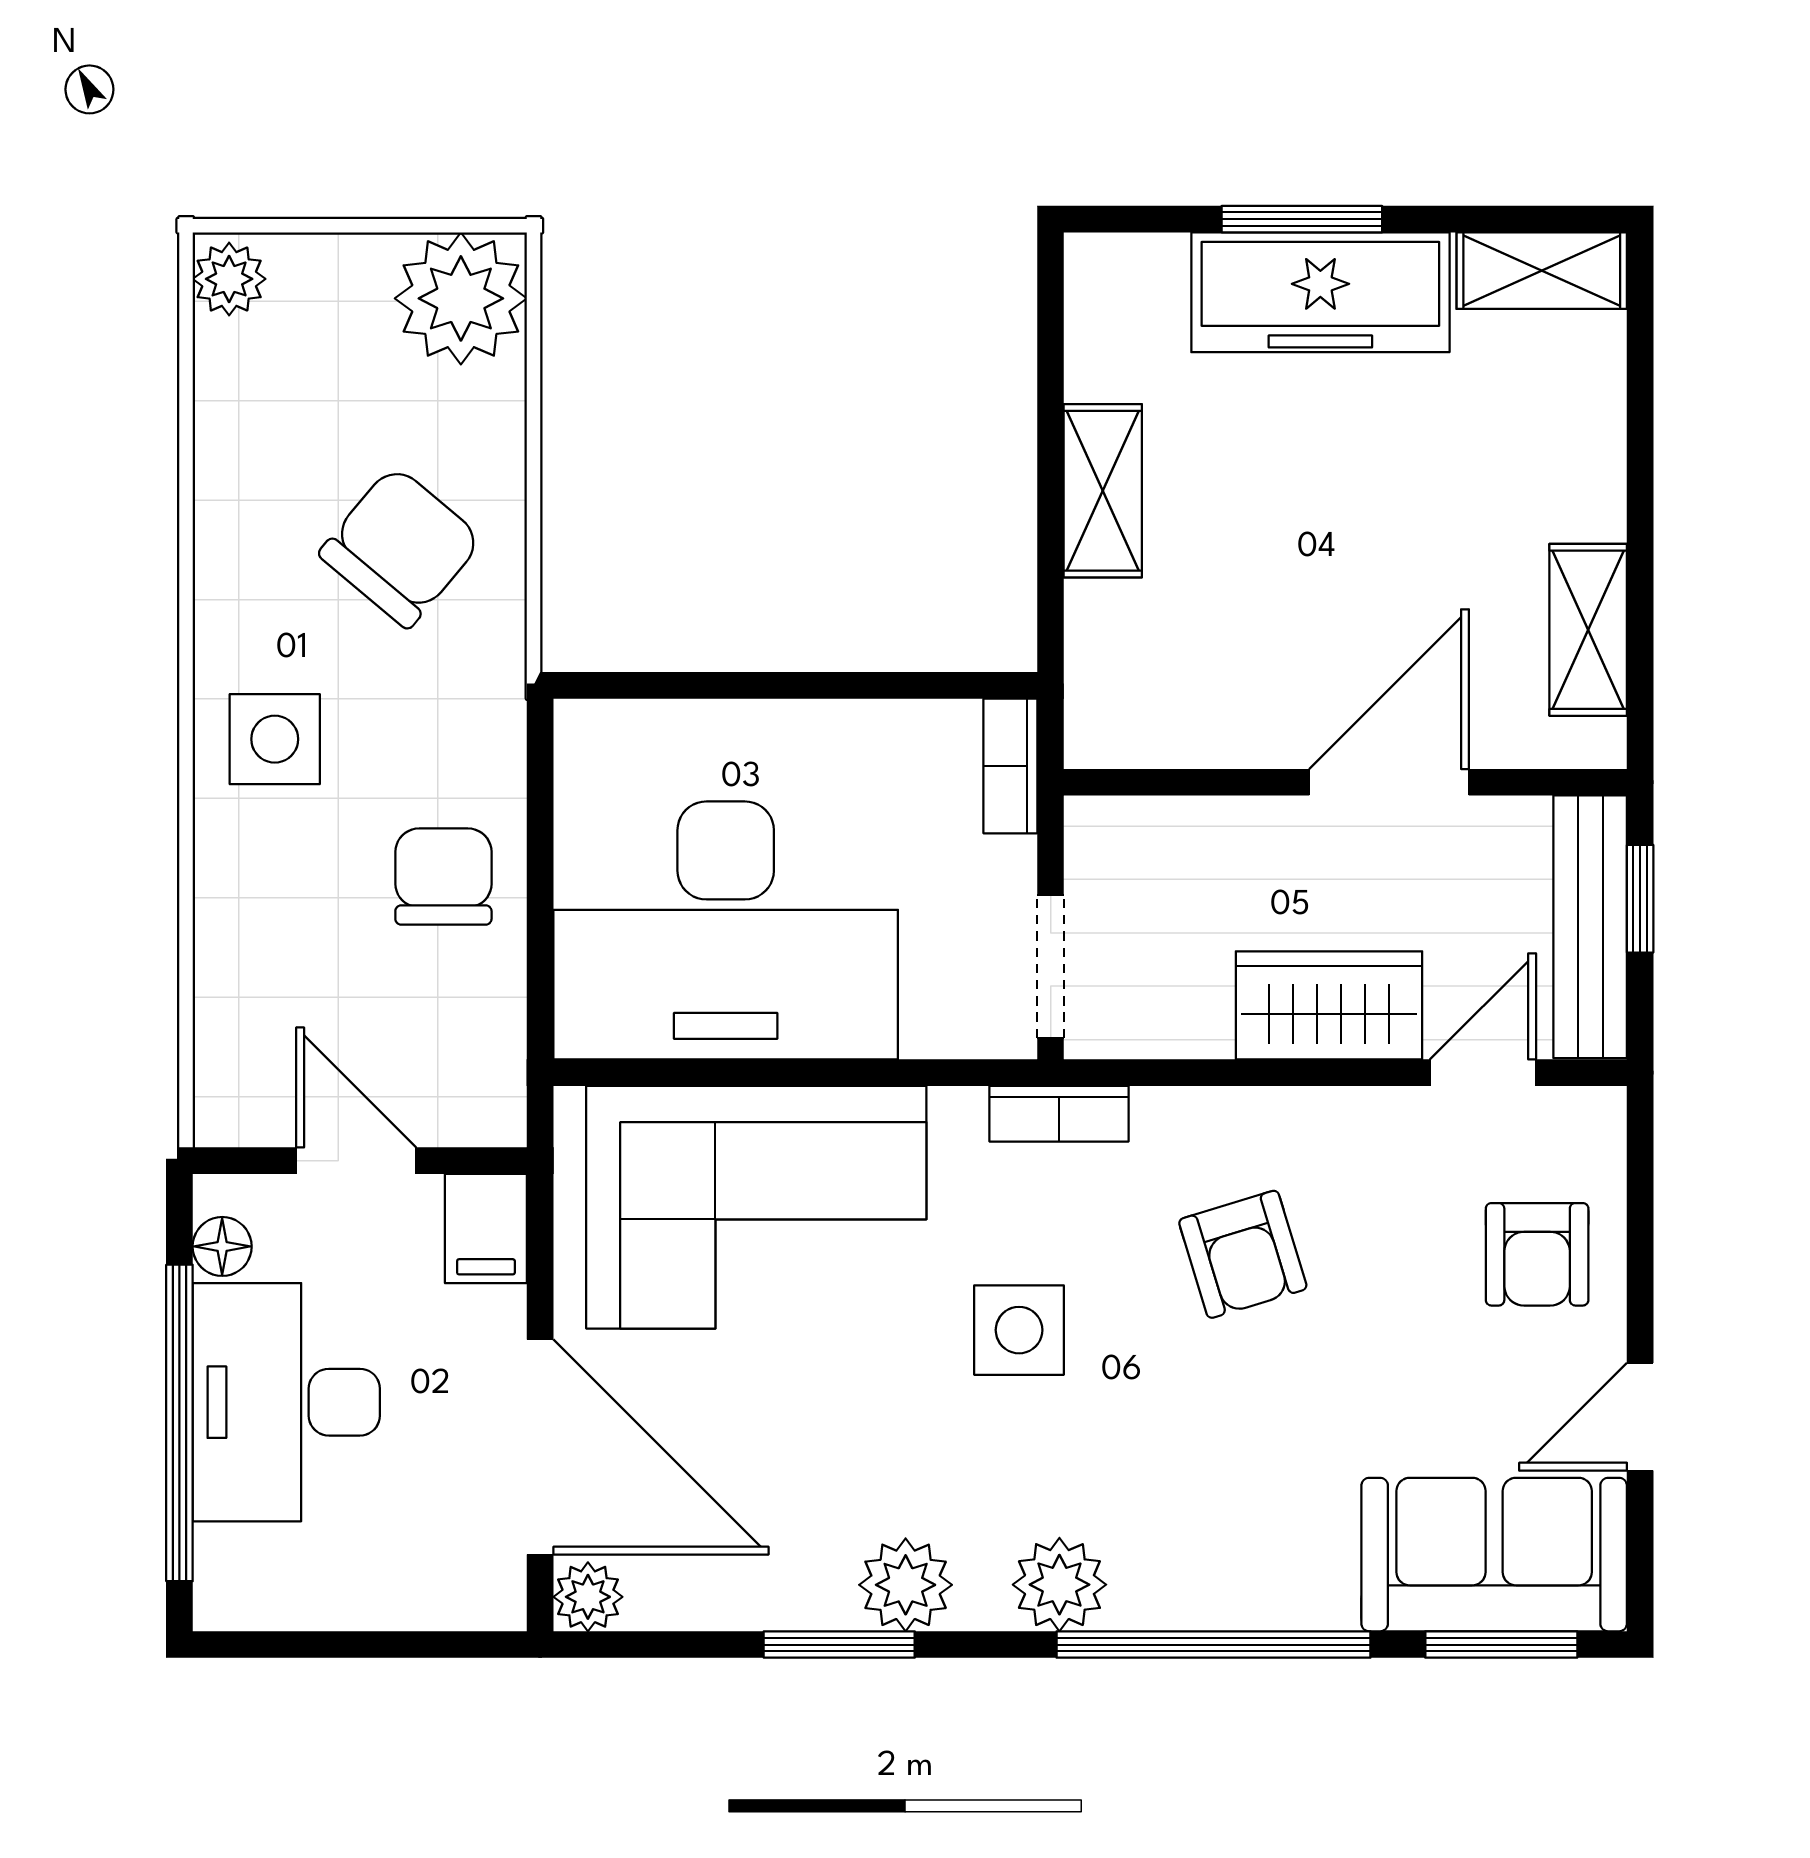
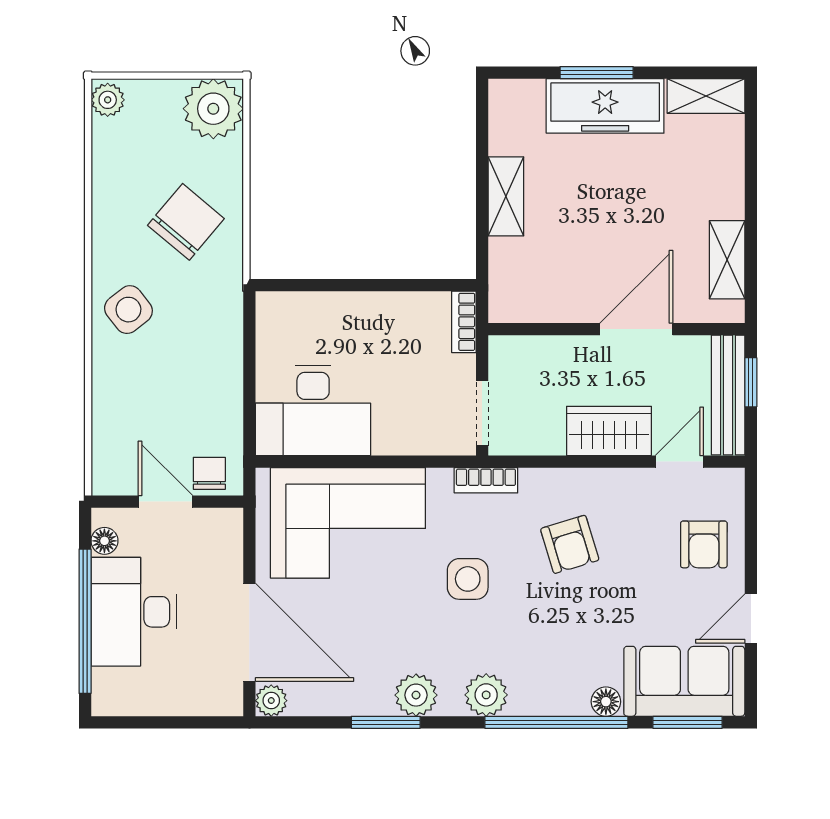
side table: (275, 739) -> (128, 310), turned -38
chair: (443, 877) -> (209, 473), moved, width x0.73, depth x0.73
desk: (726, 930) -> (313, 410), width x0.73, depth x0.77
filing cabinet: (486, 1229) -> (225, 533), removed
floor lamp: (1322, 1599) -> (606, 702), added

